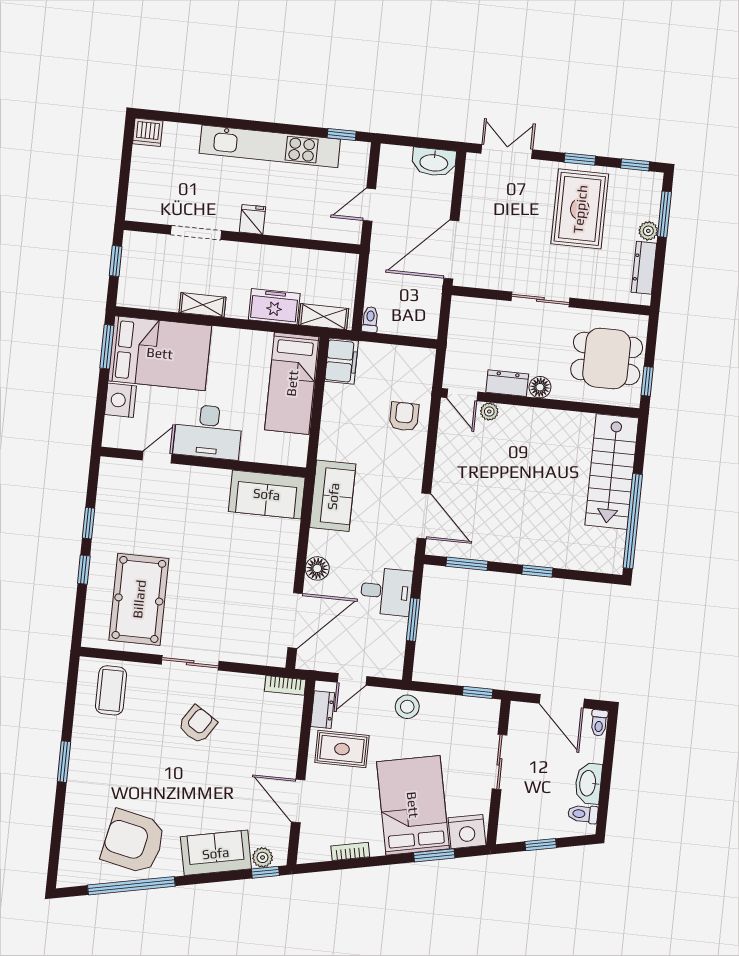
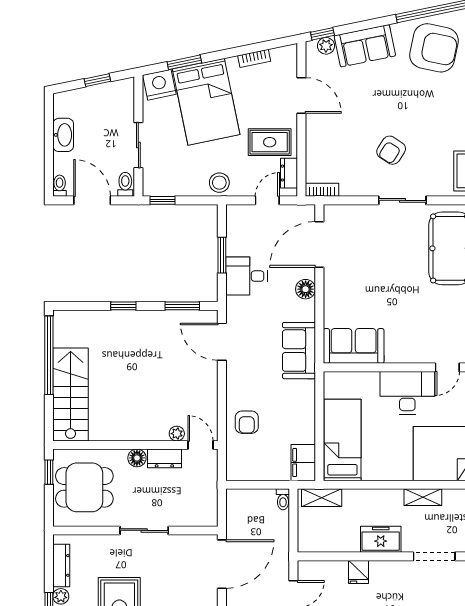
fridge: (252, 219) -> (358, 572), moved
freezer: (274, 307) -> (381, 539), moved, turned 180
toilet: (583, 814) -> (125, 184), moved, turned -90

